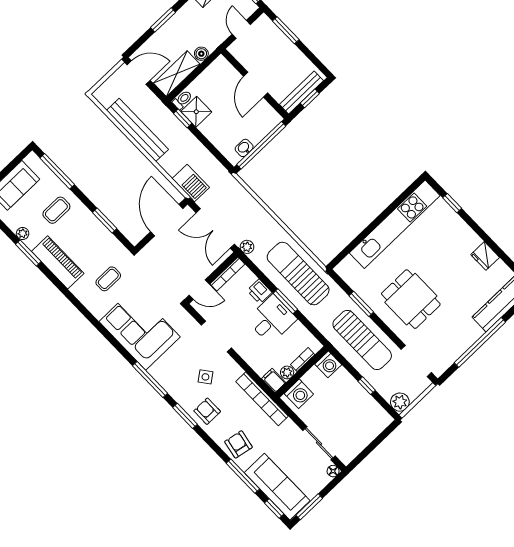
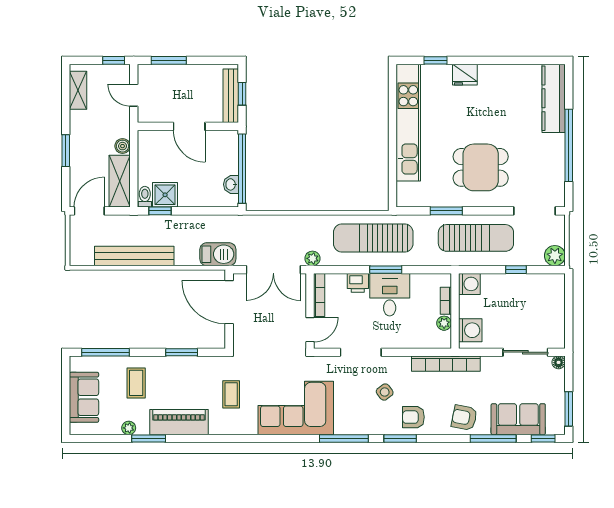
fridge: (485, 256) -> (465, 75), moved
filing cabinet: (274, 381) -> (440, 340), removed
sofa: (277, 487) -> (518, 419), width x0.73

